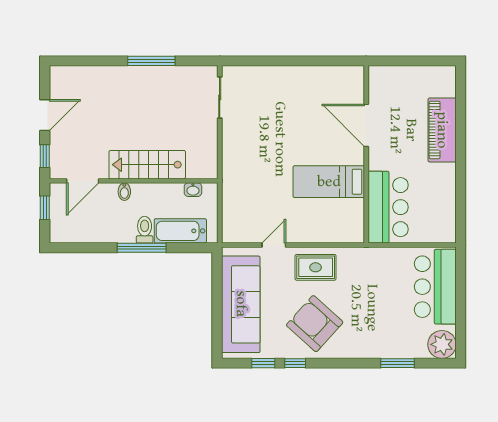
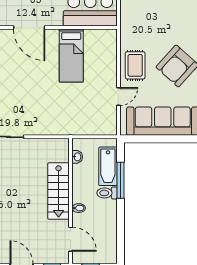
door: (366, 125) -> (29, 28), hinge flipped
door: (274, 245) -> (118, 96), swing flipped
window: (142, 248) -> (121, 180), moved

